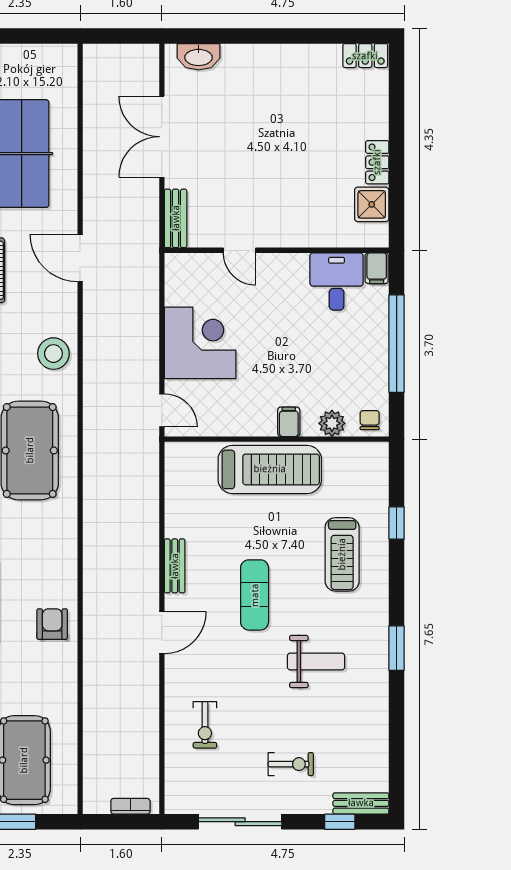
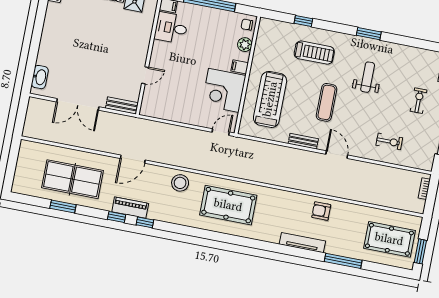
corner desk: (200, 343) -> (224, 90), moved, turned -90
treadmill: (270, 469) -> (270, 99), moved
exercise mat: (255, 595) -> (327, 102), turned 90

